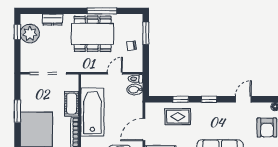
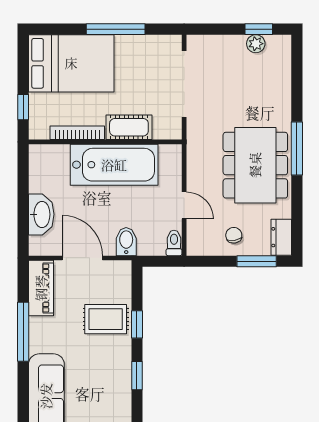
window: (102, 11) -> (297, 149), moved
dresser: (53, 20) -> (281, 237), moved
plant: (30, 34) -> (256, 44), width x0.53, depth x0.53
bidet: (135, 90) -> (126, 242), moved
window: (17, 111) -> (116, 29), width x1.44
rug: (178, 117) -> (106, 319), turned 90

